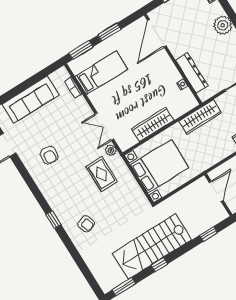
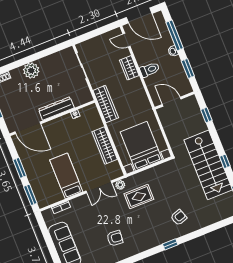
bed: (101, 73) -> (66, 176), moved
dresser: (192, 73) -> (56, 108), moved

